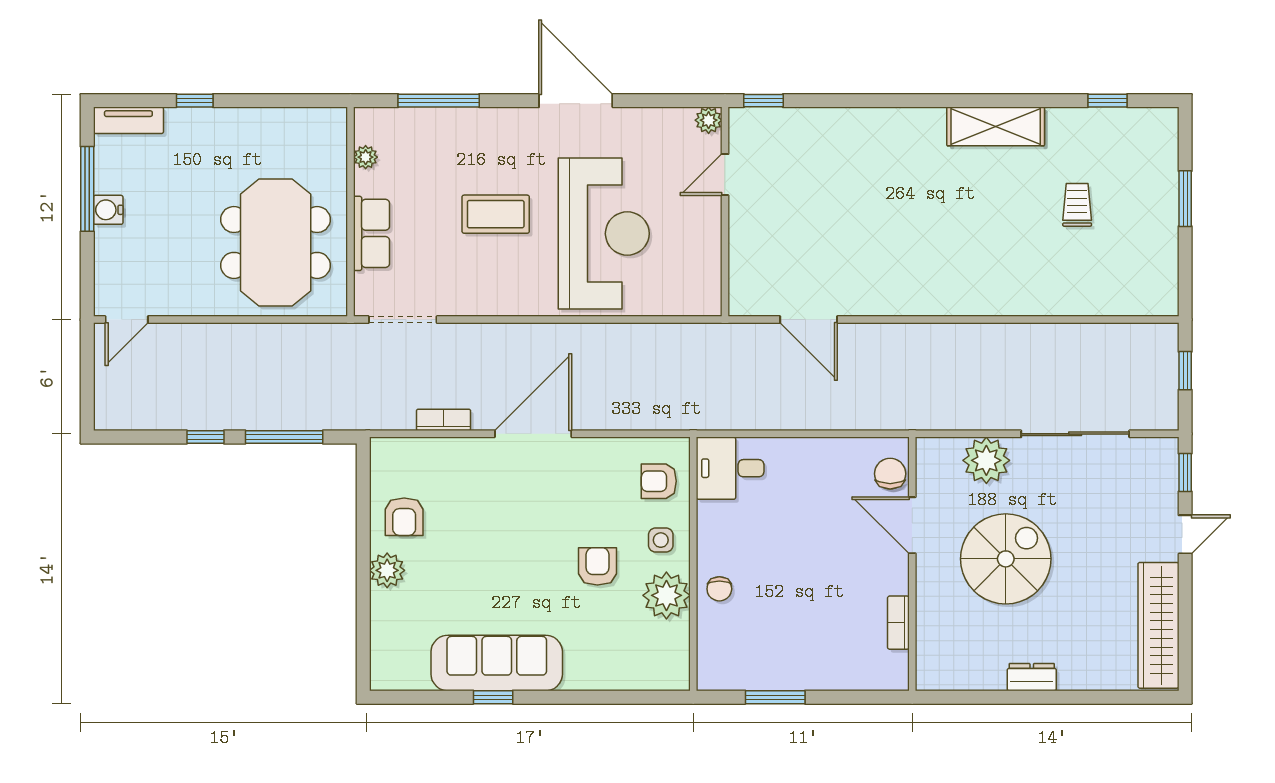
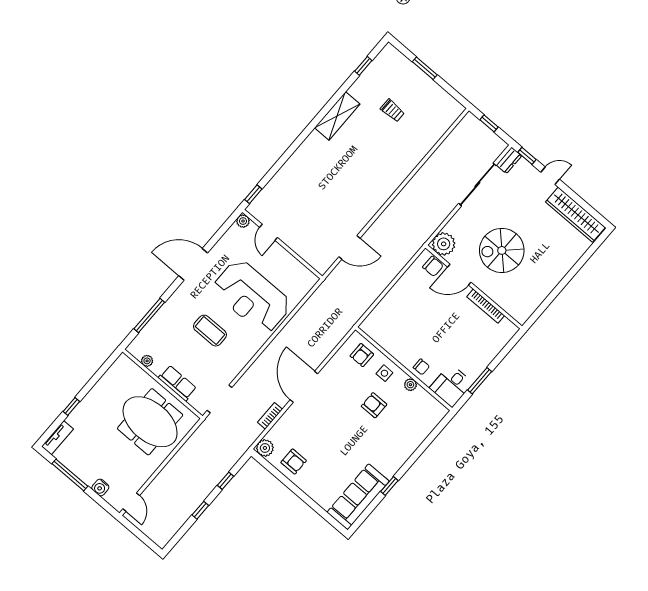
trolley: (1077, 205) -> (392, 111), turned 180
water cooler: (108, 210) -> (100, 487), moved
coffee table: (496, 214) -> (210, 331), turned 90
reception desk: (604, 234) -> (252, 296), turned 180
window: (284, 437) -> (225, 481), width x0.46
plant: (986, 460) -> (444, 244), moved
desk: (730, 468) -> (451, 386), moved
chair: (890, 474) -> (433, 266), turned 180
door: (1185, 534) -> (550, 176), hinge flipped
spiral stairs: (1006, 559) -> (502, 250), turned -90
plant: (387, 570) -> (265, 448), moved
plant: (666, 595) -> (410, 385), width x0.53, depth x0.53
bookcase: (898, 623) -> (486, 306), width x1.56
sofa: (497, 663) -> (358, 497), moved
dresser: (1032, 677) -> (509, 160), moved, turned 180

